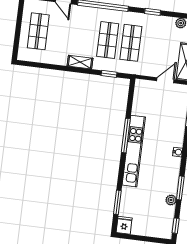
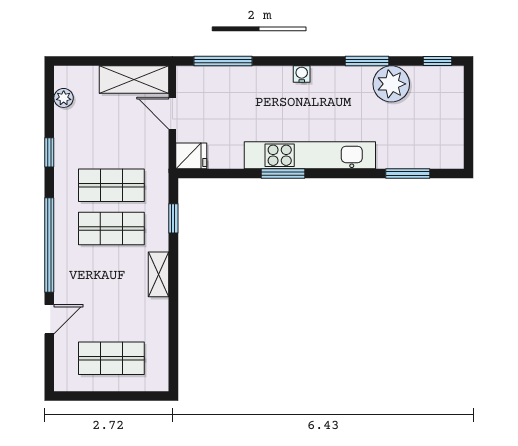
window: (126, 136) -> (283, 173), width x0.69
plant: (171, 200) -> (391, 84), width x1.87, depth x1.87
fridge: (124, 225) -> (191, 156), moved, turned 180

